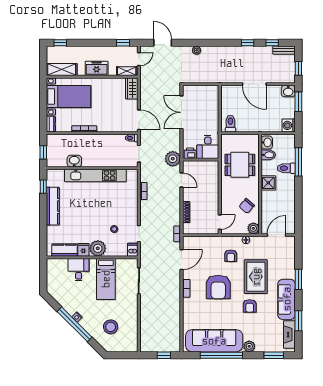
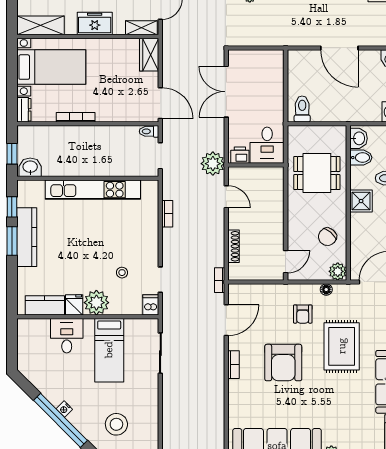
washbasin: (74, 161) -> (30, 167), moved
window: (43, 209) -> (12, 241), added
armchair: (250, 306) -> (332, 392), removed

